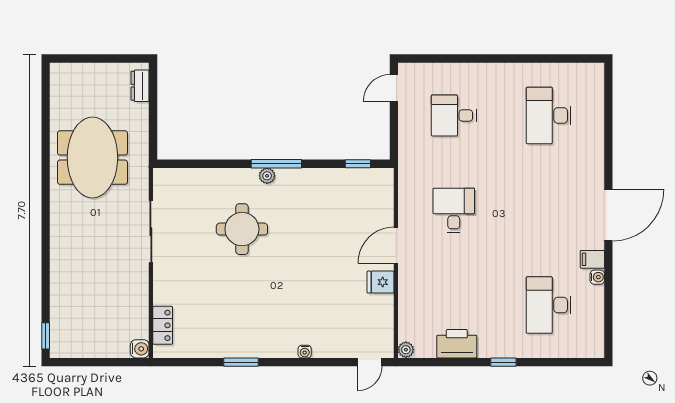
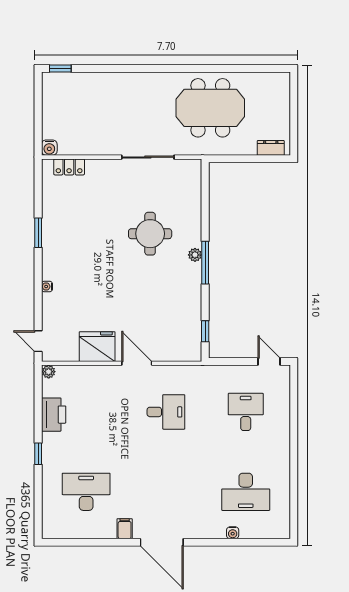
desk: (549, 115) -> (246, 492), turned 180
water cooler: (597, 277) -> (233, 533), moved
fridge: (381, 282) -> (97, 347), width x1.88, depth x1.34

